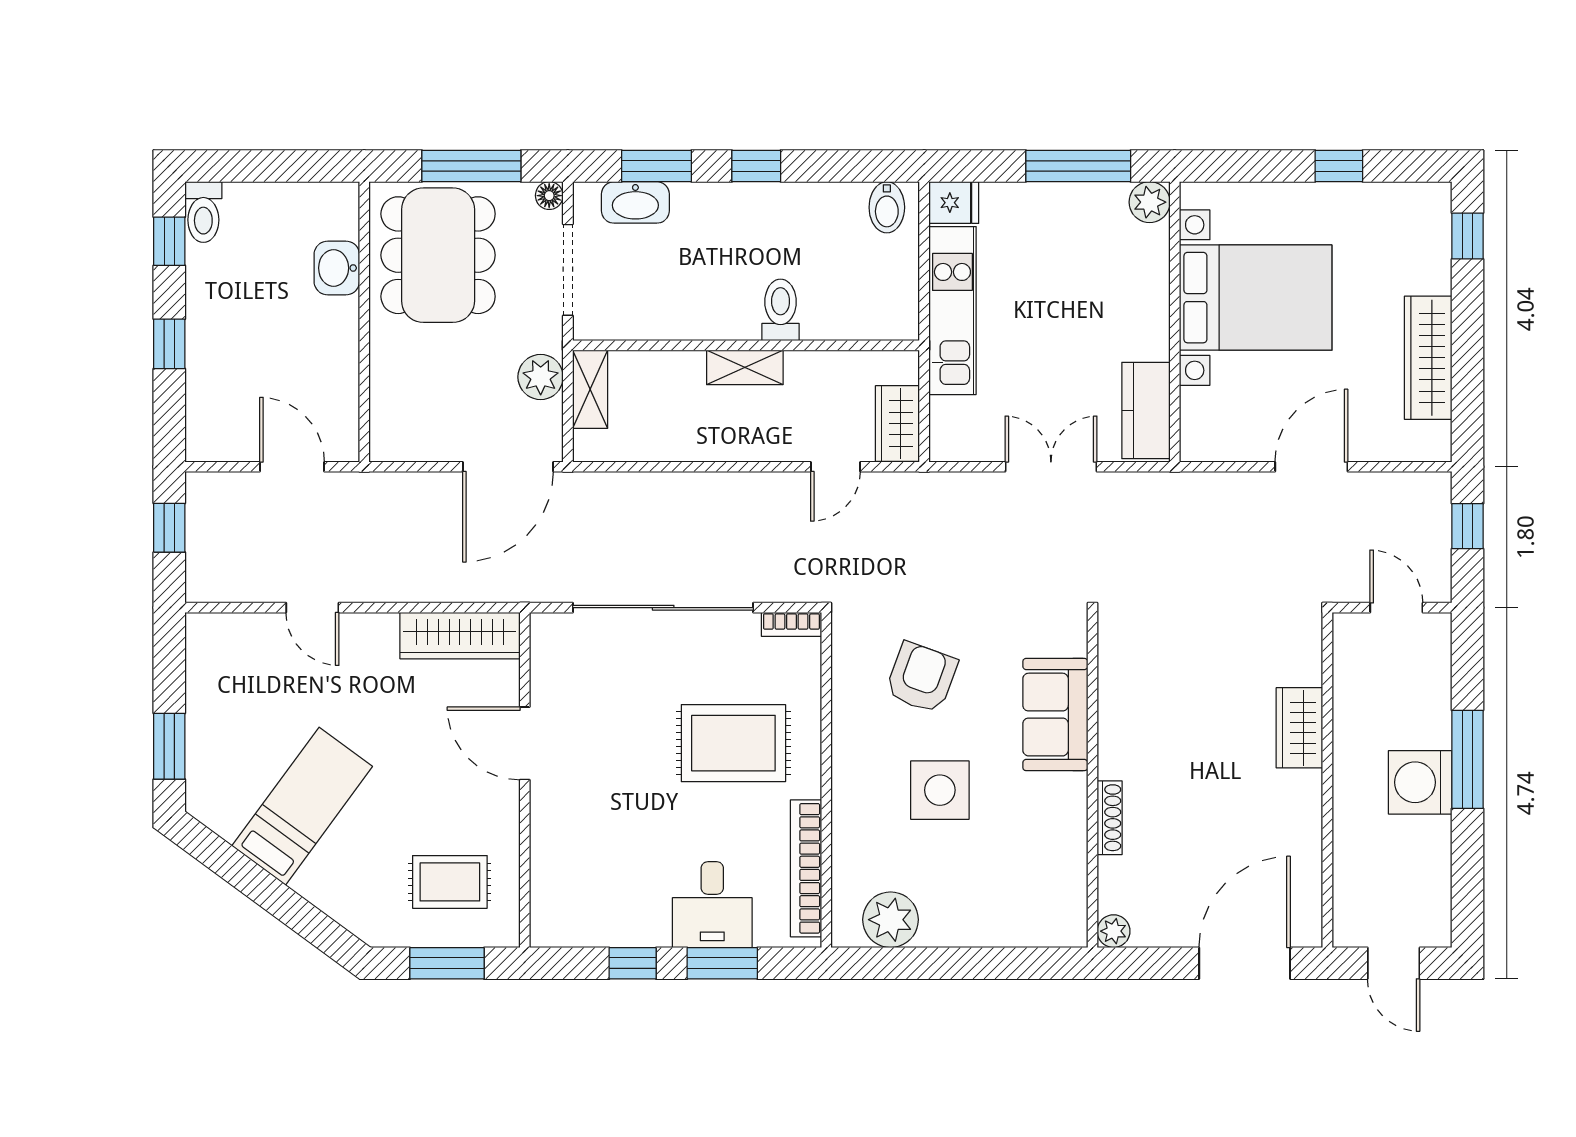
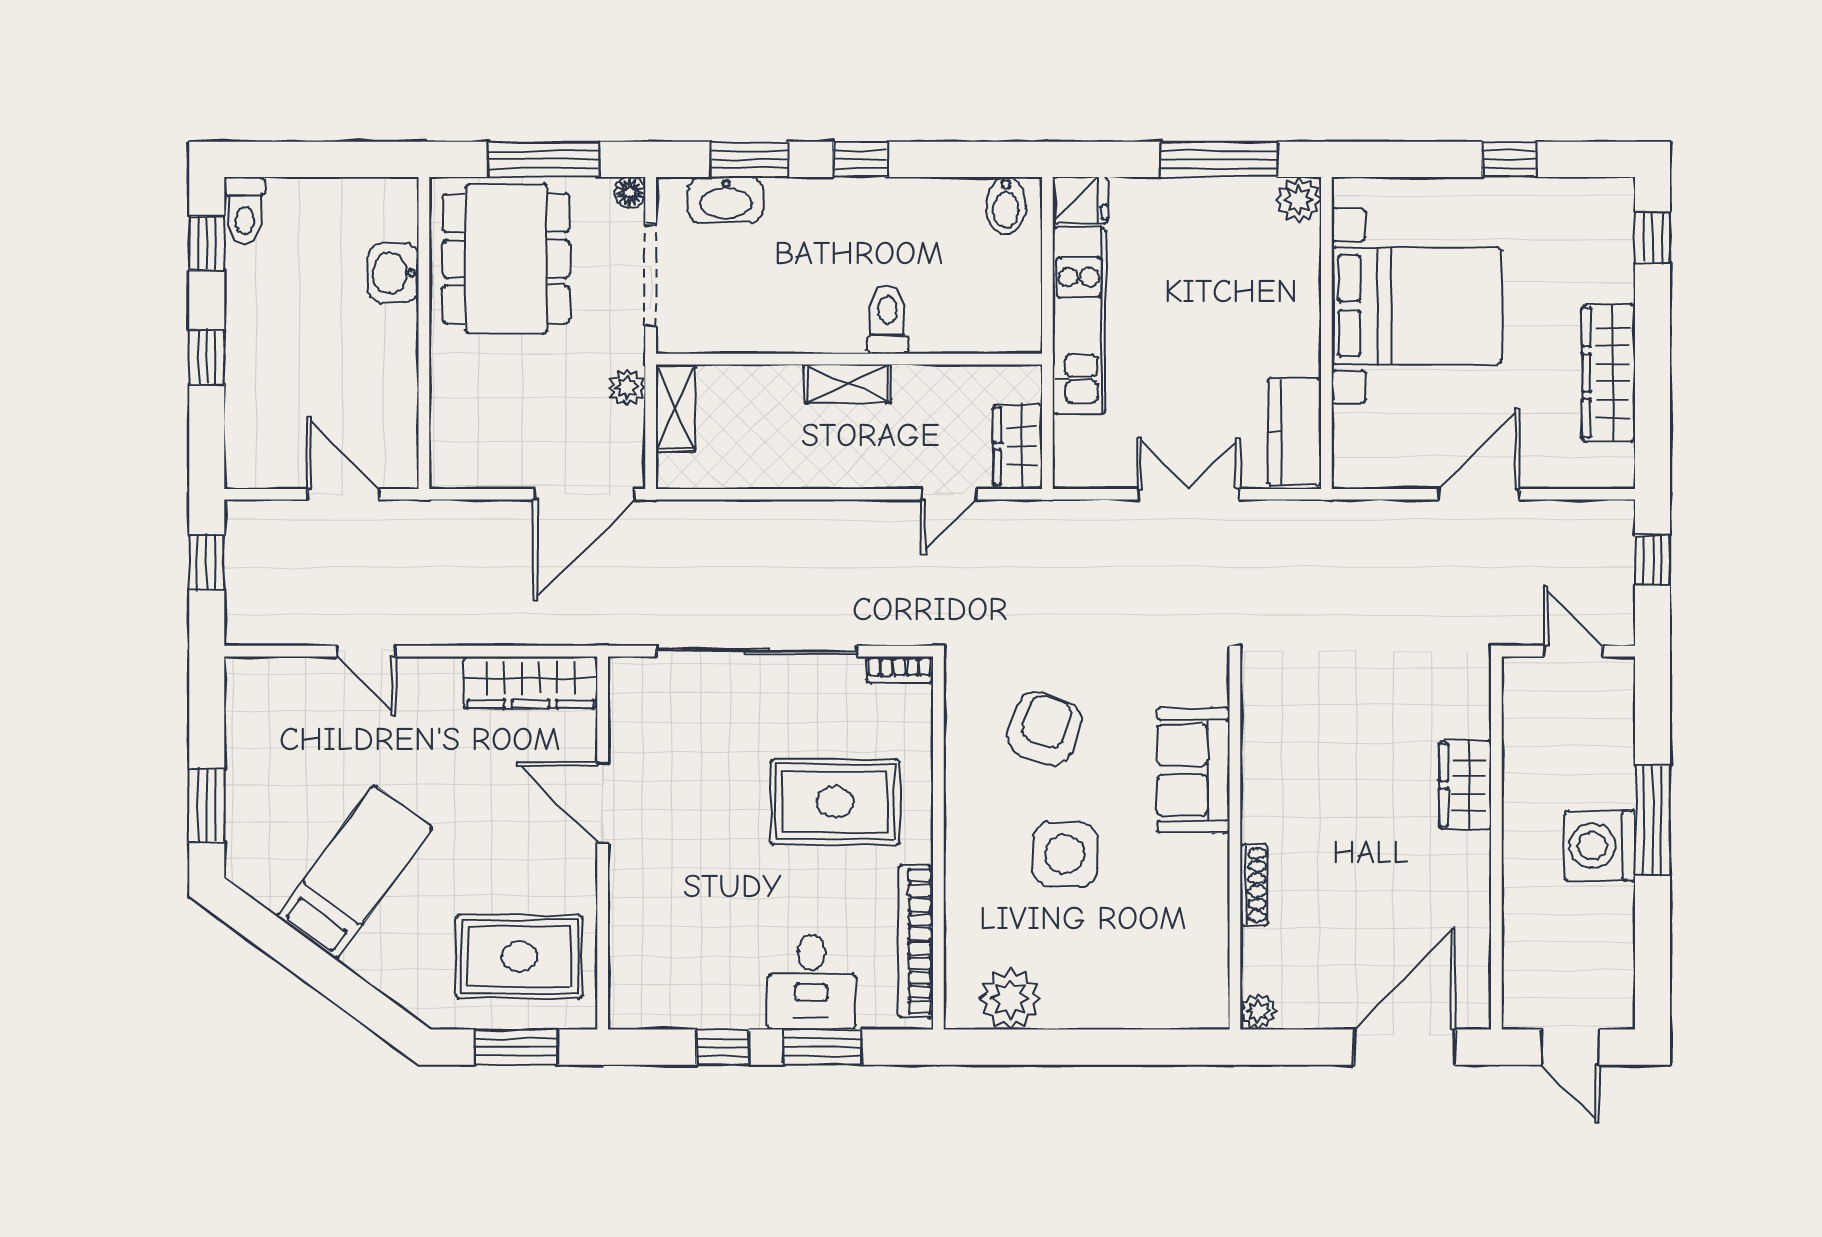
plant: (541, 377) -> (627, 388), width x0.73, depth x0.73
rug: (450, 882) -> (519, 957), width x1.36, depth x1.43

